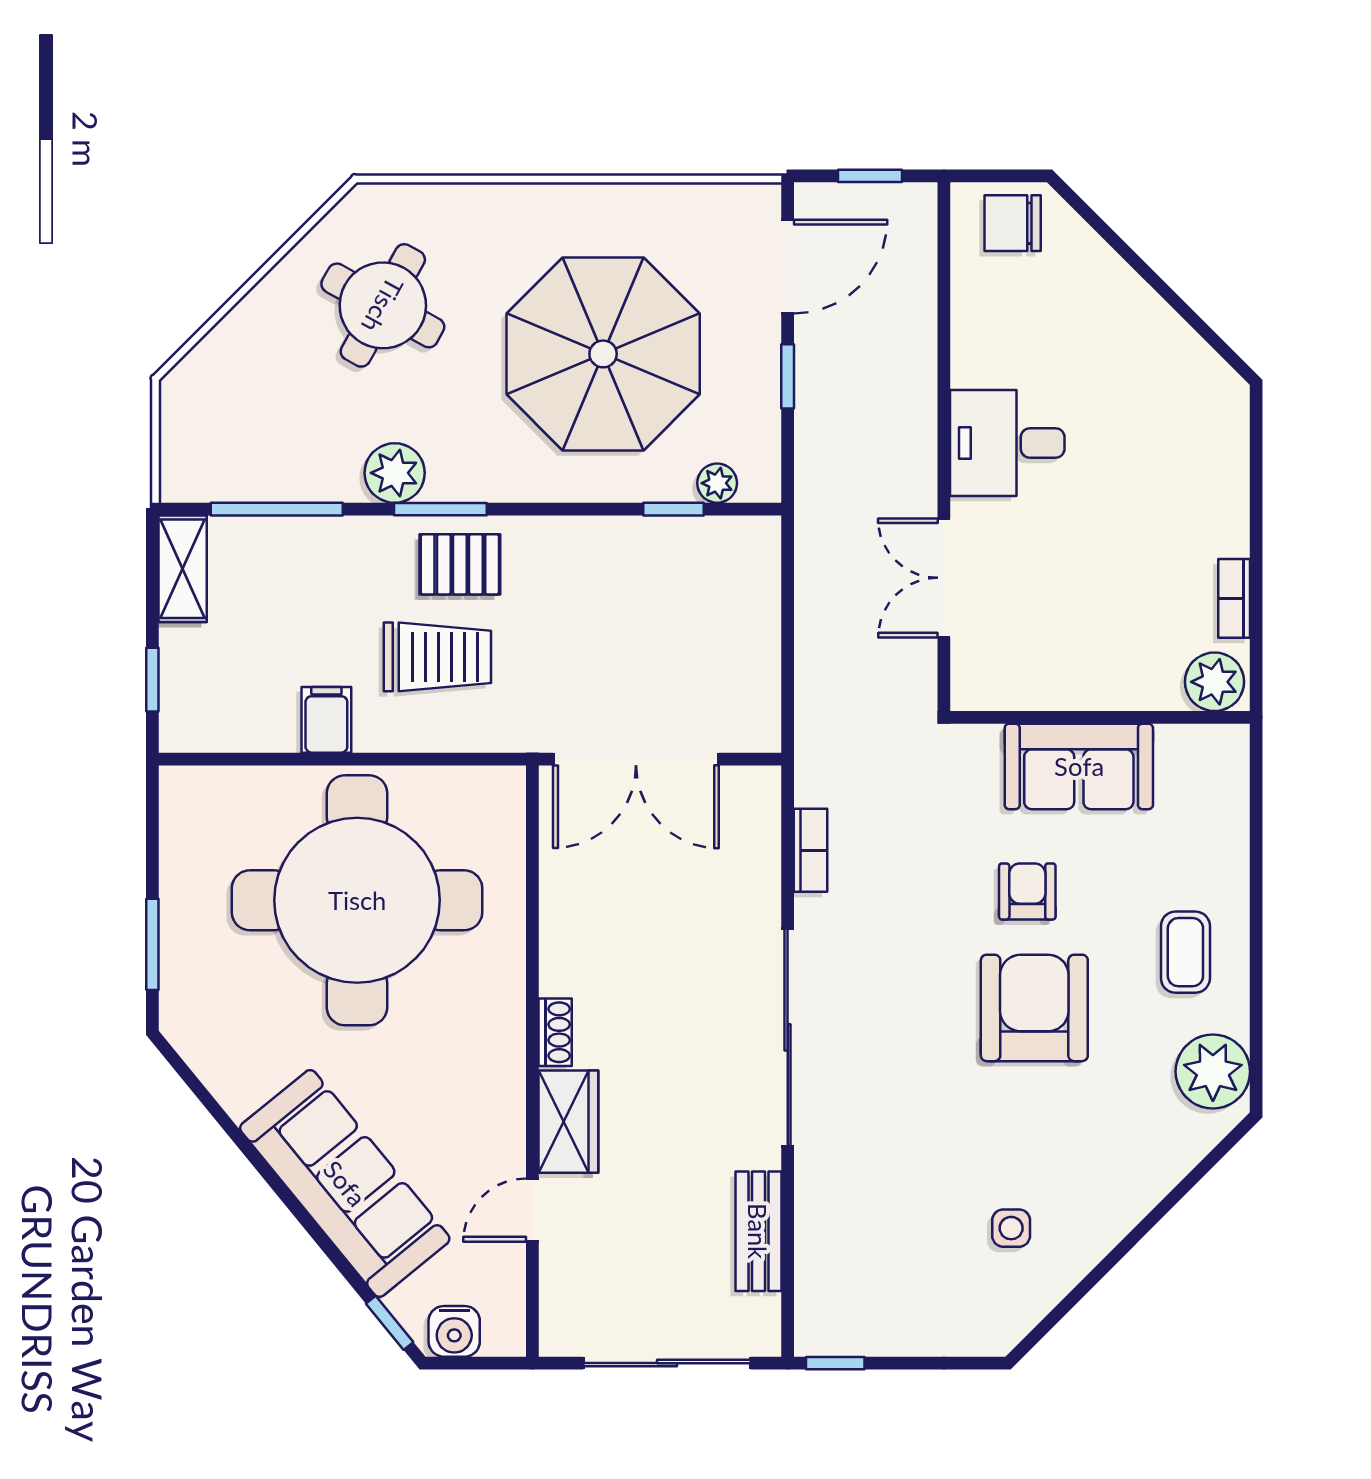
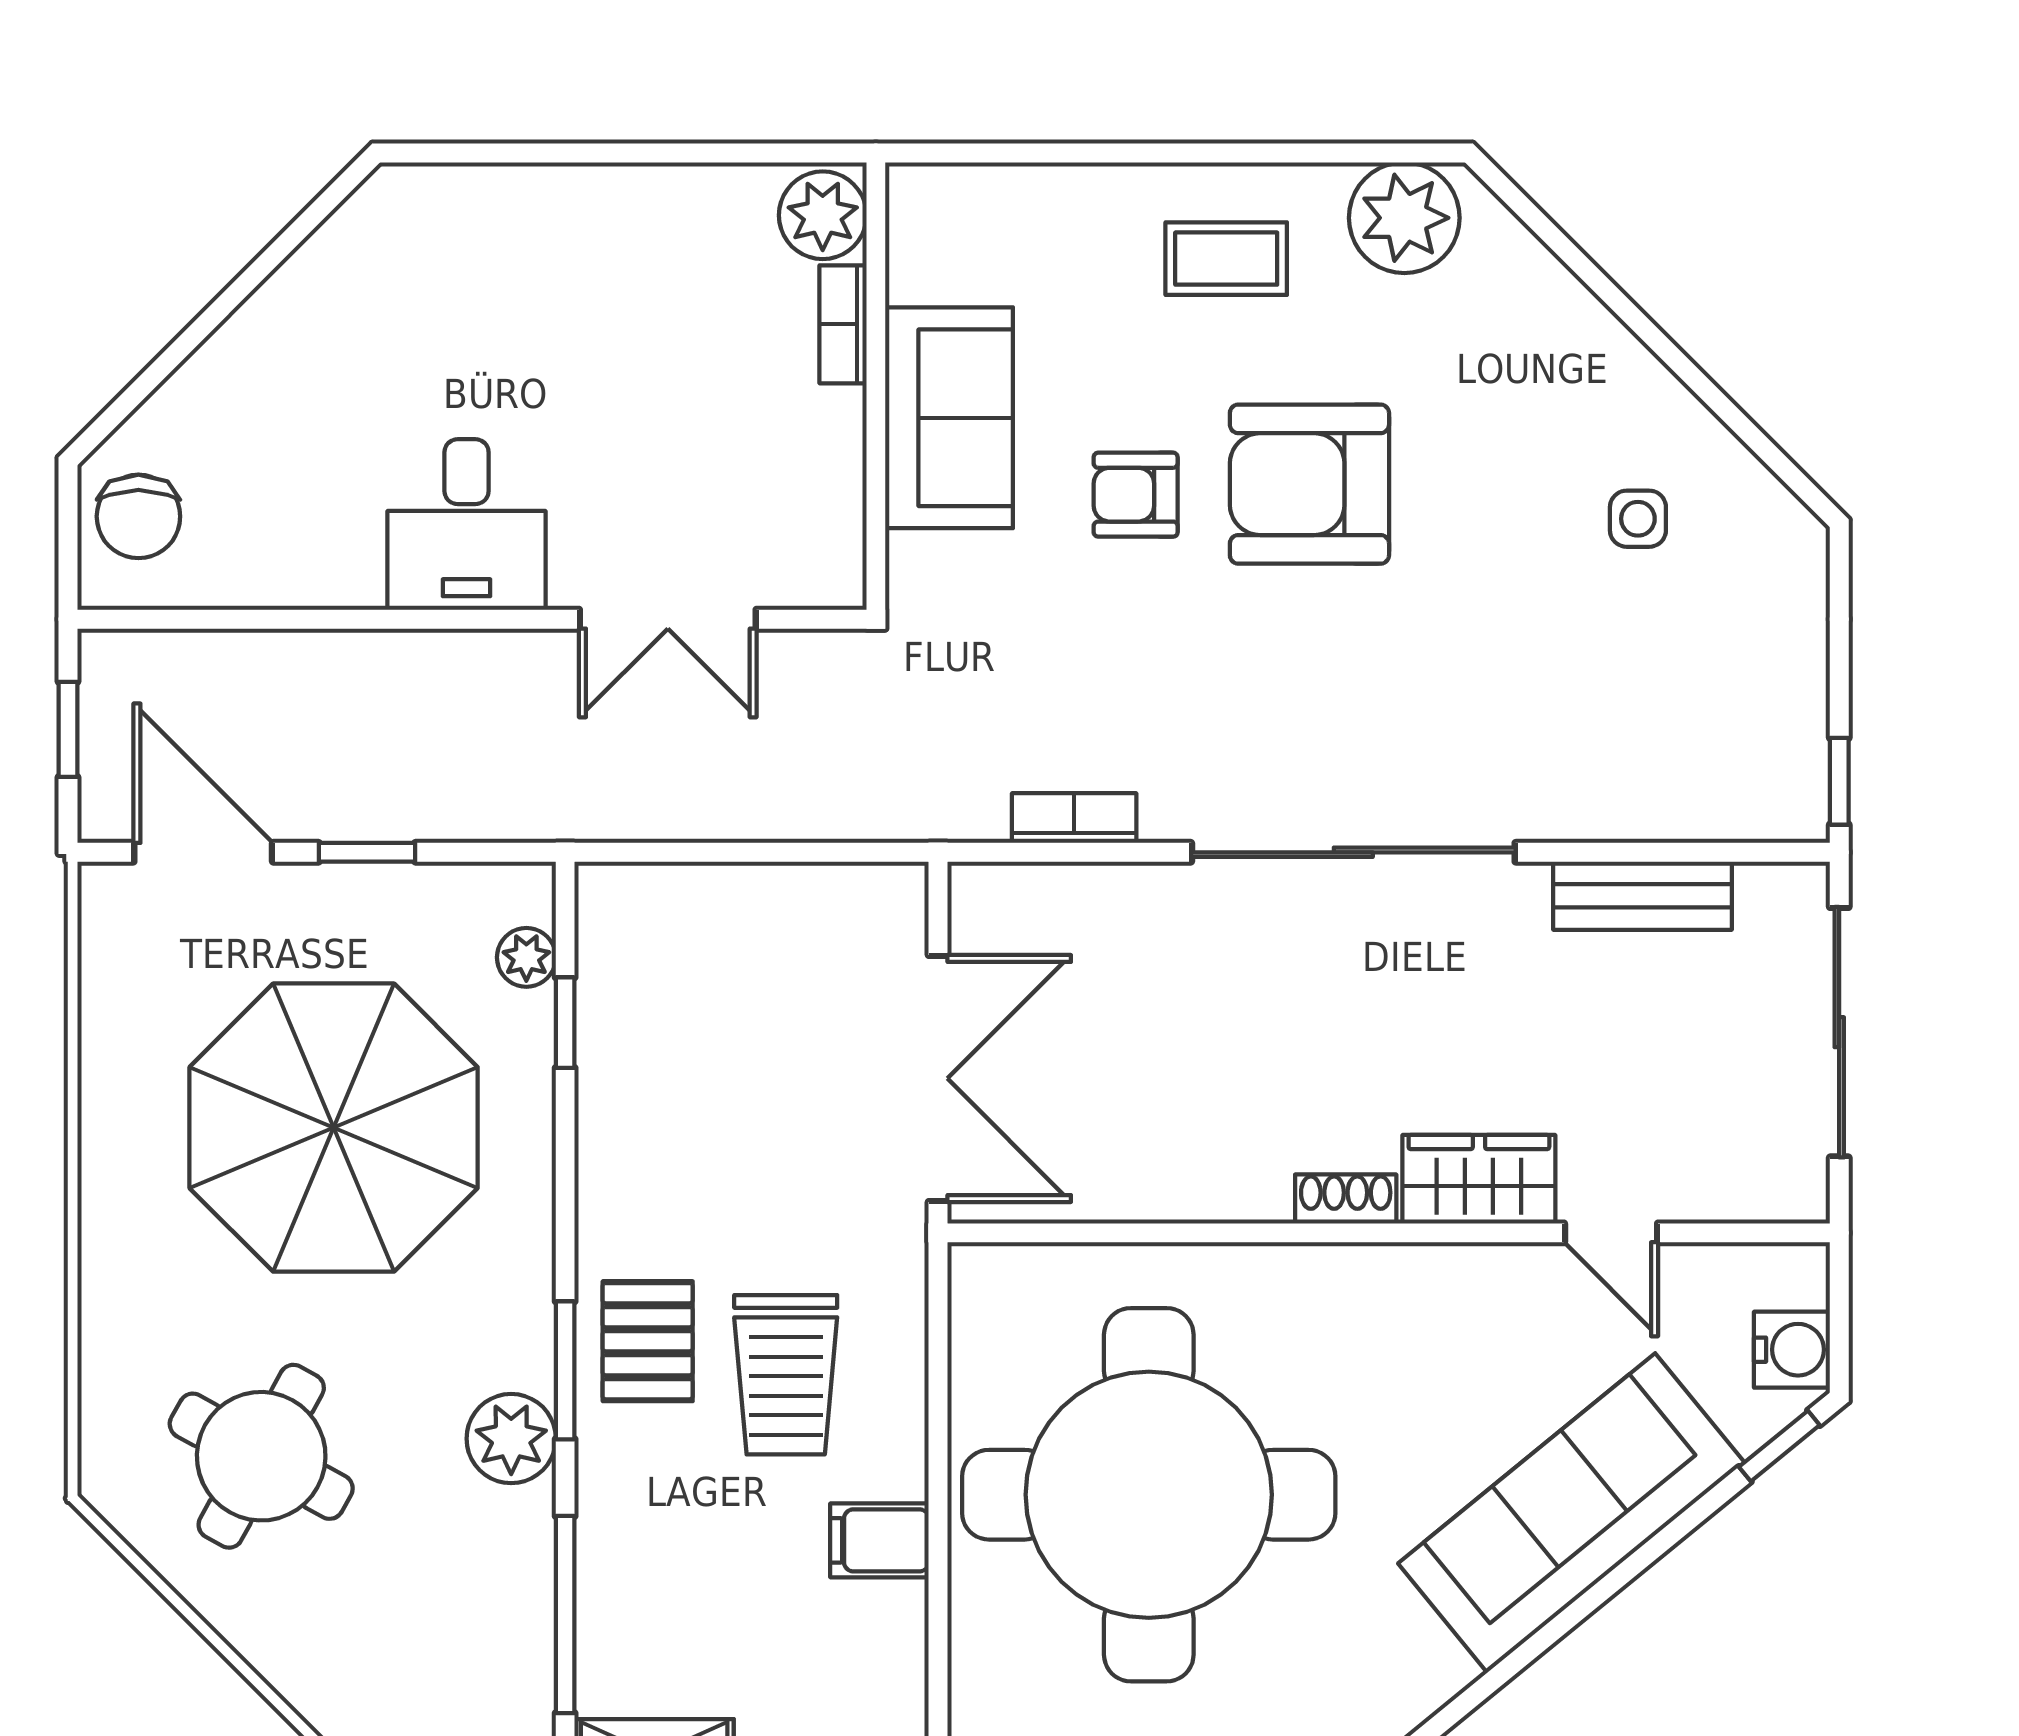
bookcase: (1234, 598) -> (843, 324), moved, turned 90
trolley: (437, 657) -> (786, 1375), turned 180

